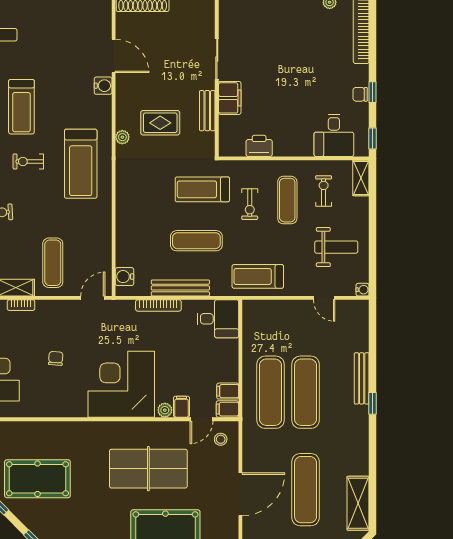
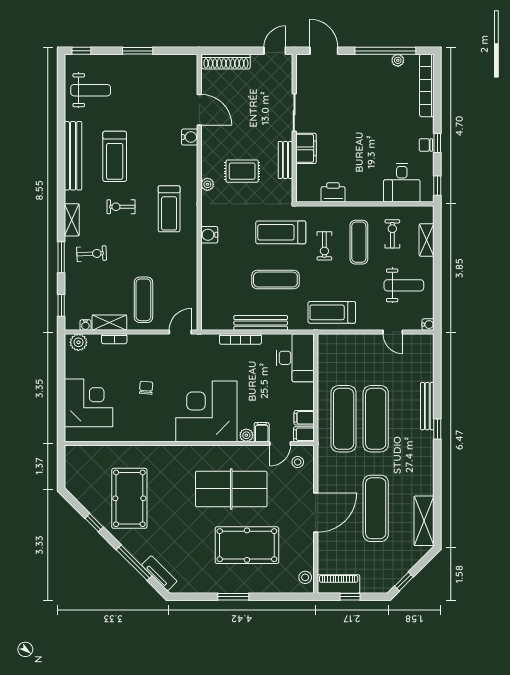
treadmill: (81, 164) -> (169, 209), width x0.73, depth x0.73
shelving: (361, 178) -> (427, 240), moved
water cooler: (124, 277) -> (209, 235), moved
desk: (218, 319) -> (295, 358), width x1.37
pool table: (37, 479) -> (129, 498), turned 90

